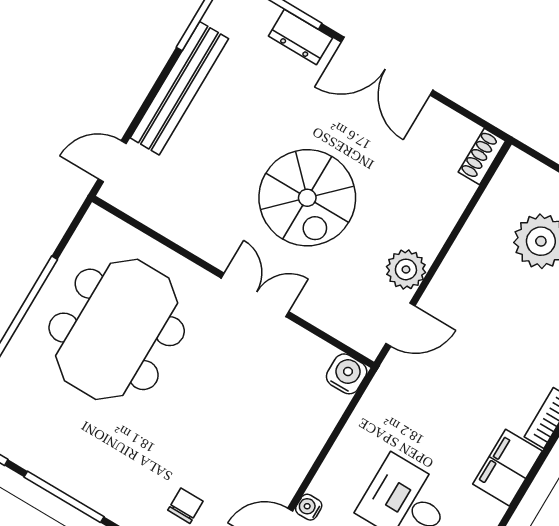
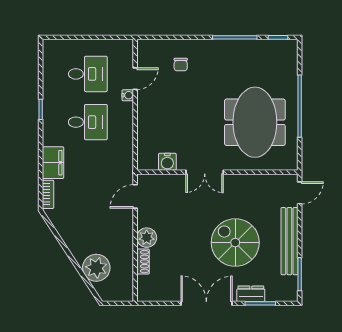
shoe rack: (482, 157) -> (143, 262), moved
spiral stairs: (307, 198) -> (235, 243), moved
plant: (406, 269) -> (147, 238), moved
water cooler: (347, 374) -> (167, 162), moved

